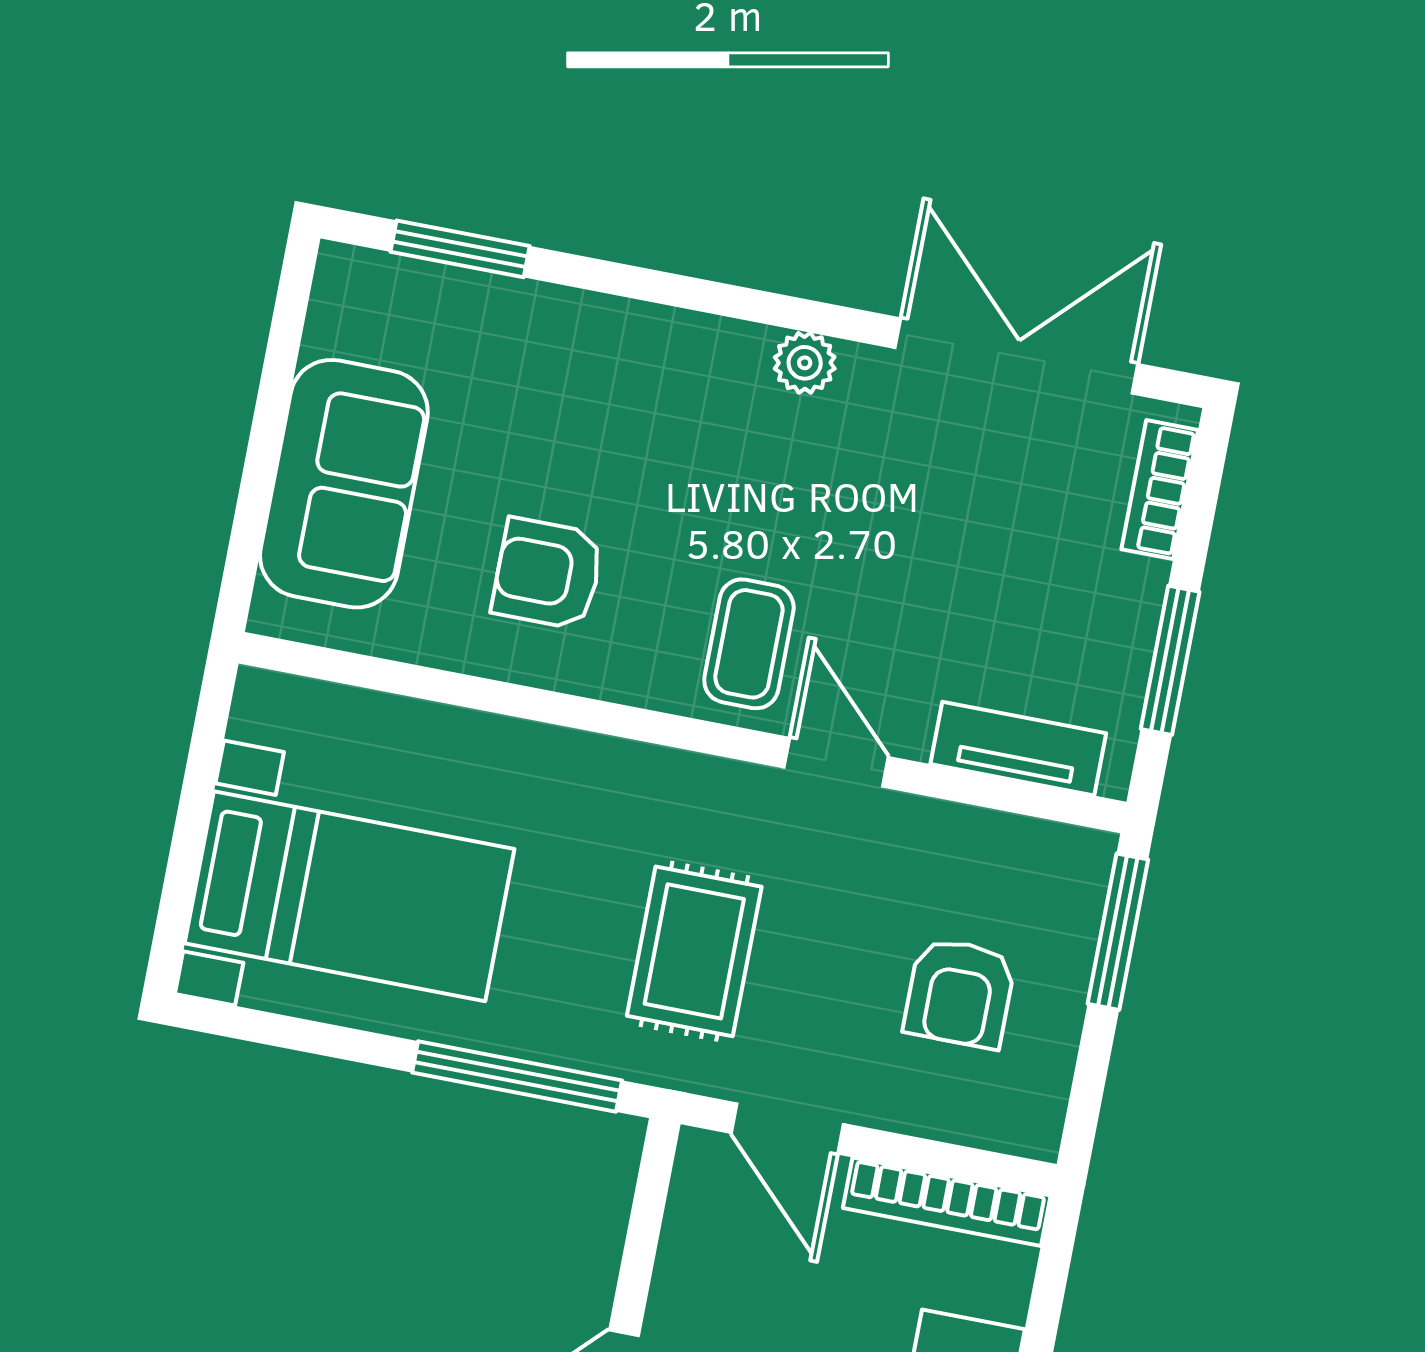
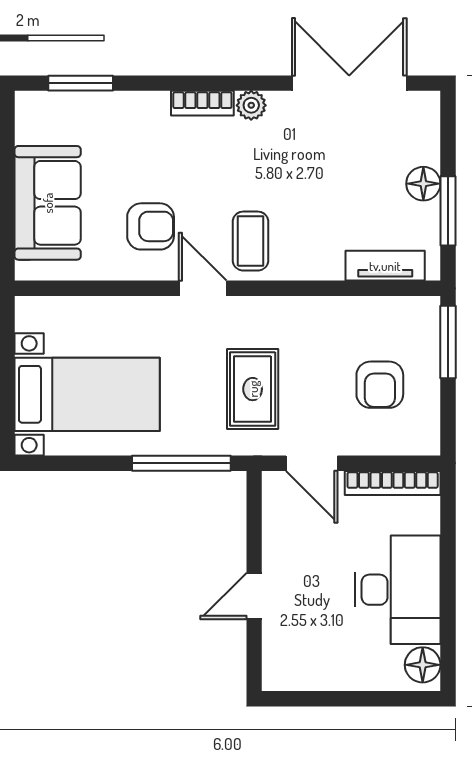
bookcase: (1160, 490) -> (202, 103), moved, turned -90
armchair: (548, 574) -> (151, 226), turned 180
floor lamp: (1130, 594) -> (423, 184), added
door: (836, 762) -> (203, 288), moved

